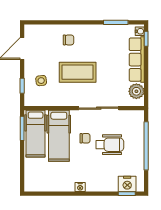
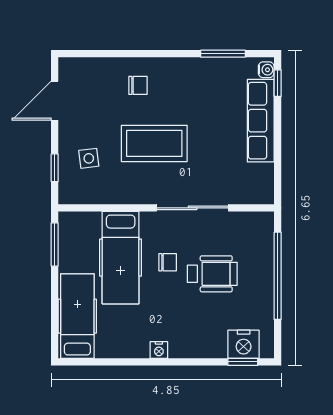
plant: (136, 91) -> (260, 178), removed
hospital bed: (36, 134) -> (77, 316), moved, turned 180

